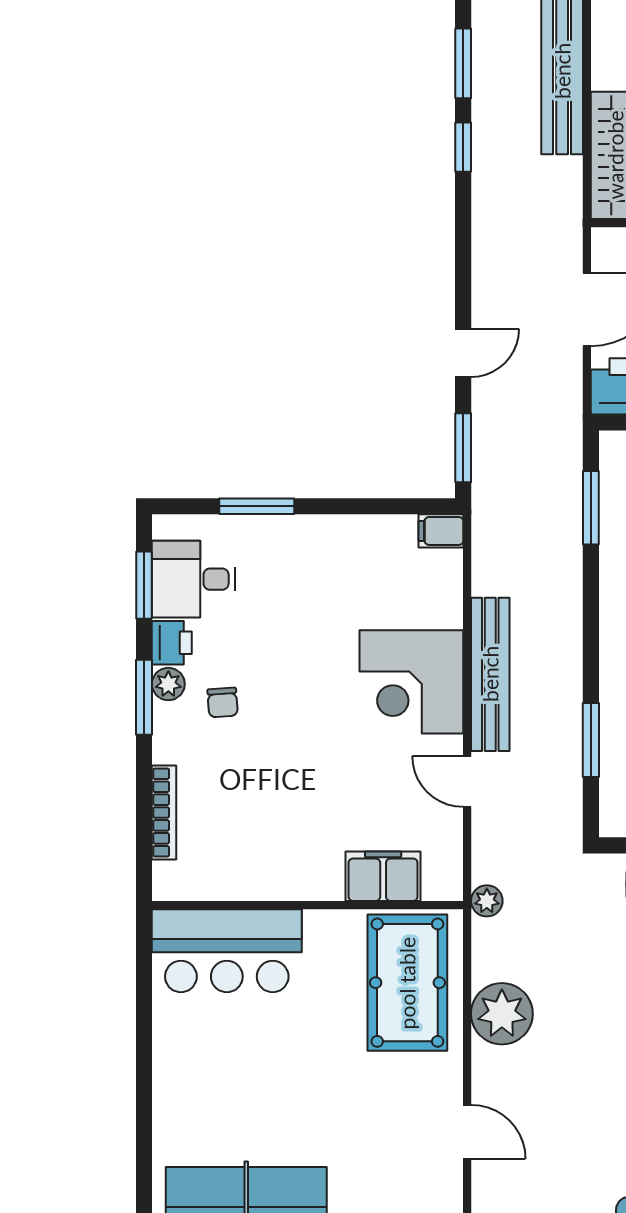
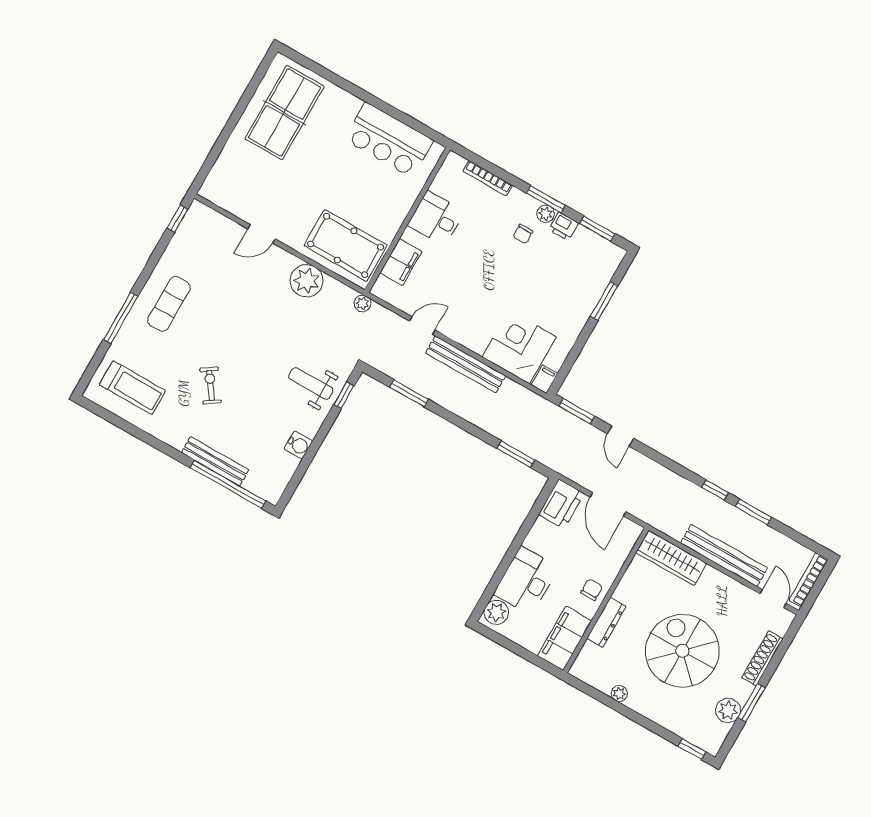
desk: (194, 579) -> (436, 218), moved, turned -90
corner desk: (411, 682) -> (519, 347), moved
chair: (223, 702) -> (523, 234), turned -86
bar counter: (227, 951) -> (389, 140), moved, turned -90

